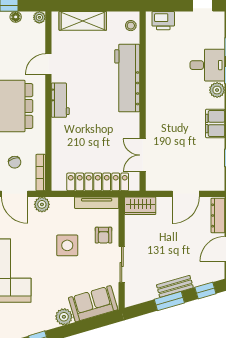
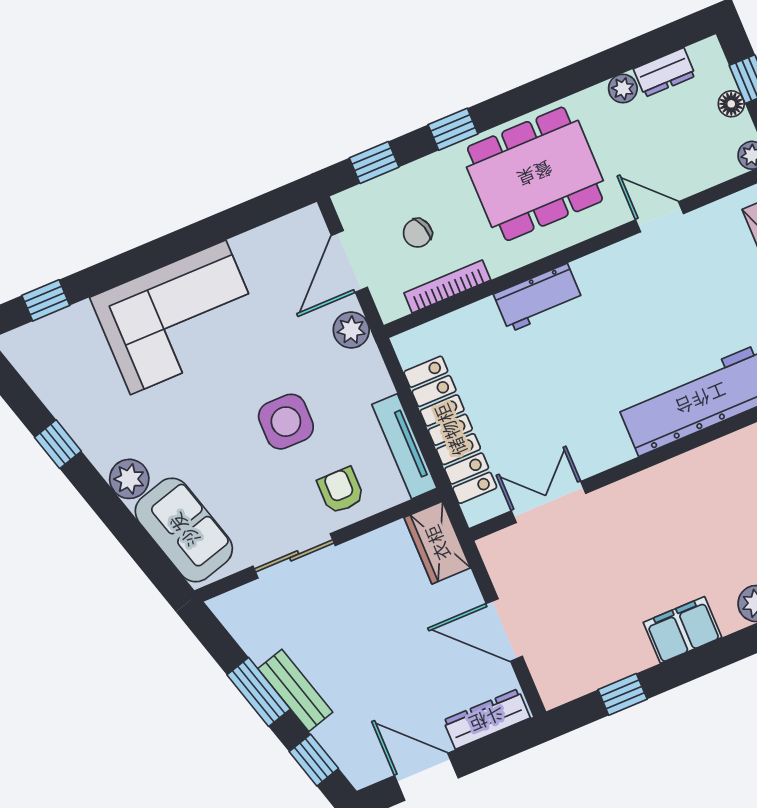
workbench: (60, 100) -> (538, 298), moved
bookcase: (41, 173) -> (447, 287), moved
armchair: (104, 235) -> (341, 490), turned 90

